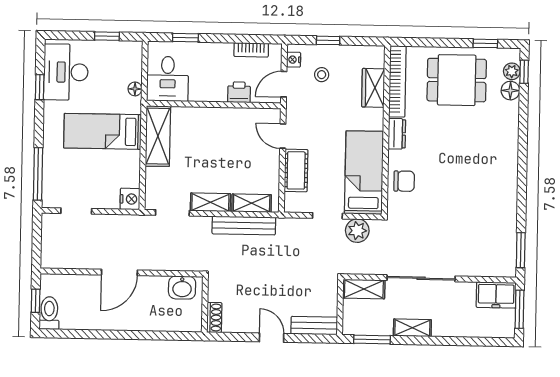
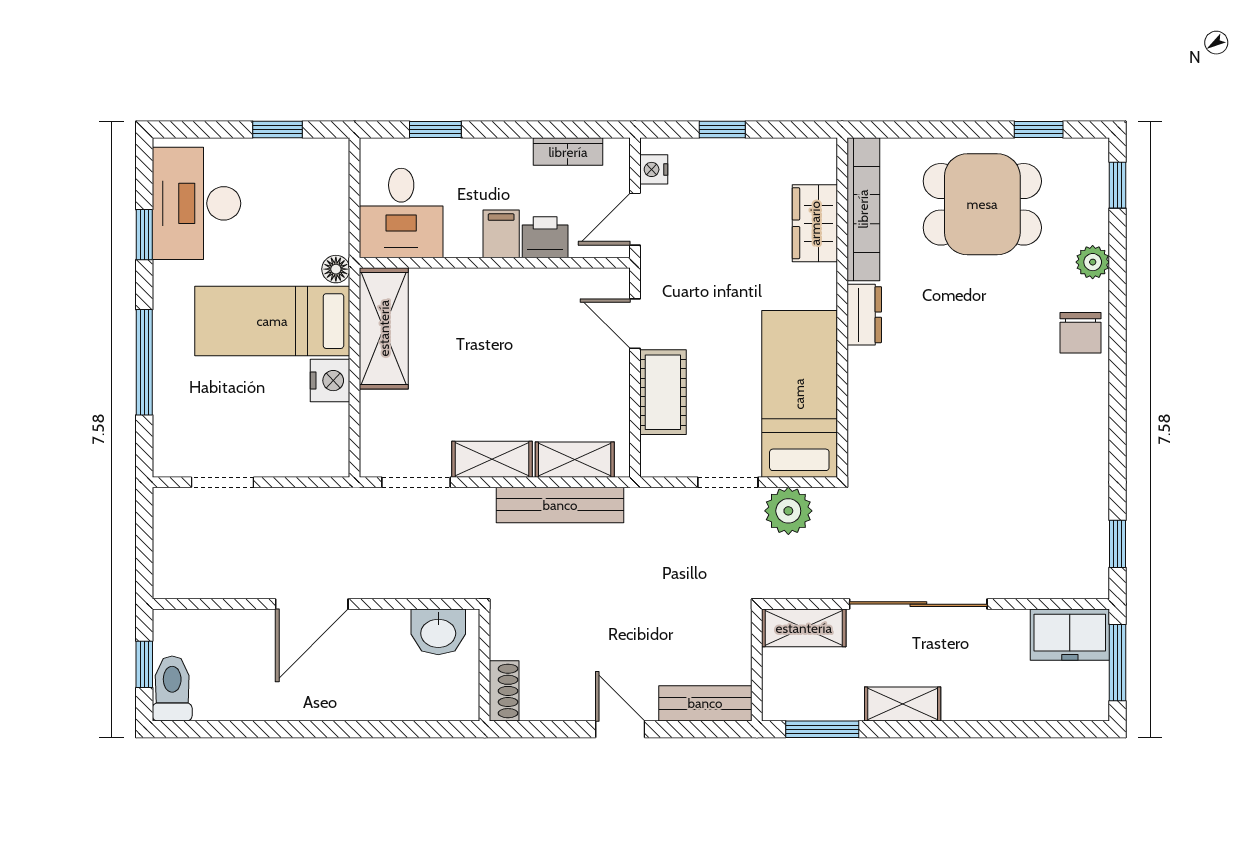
plant: (512, 71) -> (1093, 262), moved
stool: (322, 75) -> (711, 199), removed
floor lamp: (135, 89) -> (336, 269), moved
filing cabinet: (217, 90) -> (501, 234), added
floor lamp: (510, 91) -> (1091, 223), removed
window: (38, 174) -> (144, 362), moved
chair: (404, 181) -> (1080, 333), moved, turned 90
nightstand: (130, 199) -> (330, 381), moved
window: (521, 250) -> (1118, 544), width x0.67

